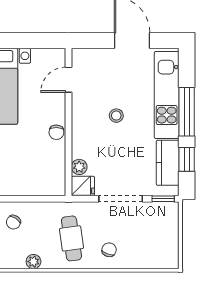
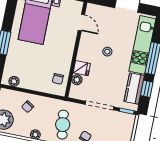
door: (69, 80) -> (81, 23), swing flipped
chair: (56, 132) -> (58, 79), moved
fridge: (83, 186) -> (82, 68), moved

